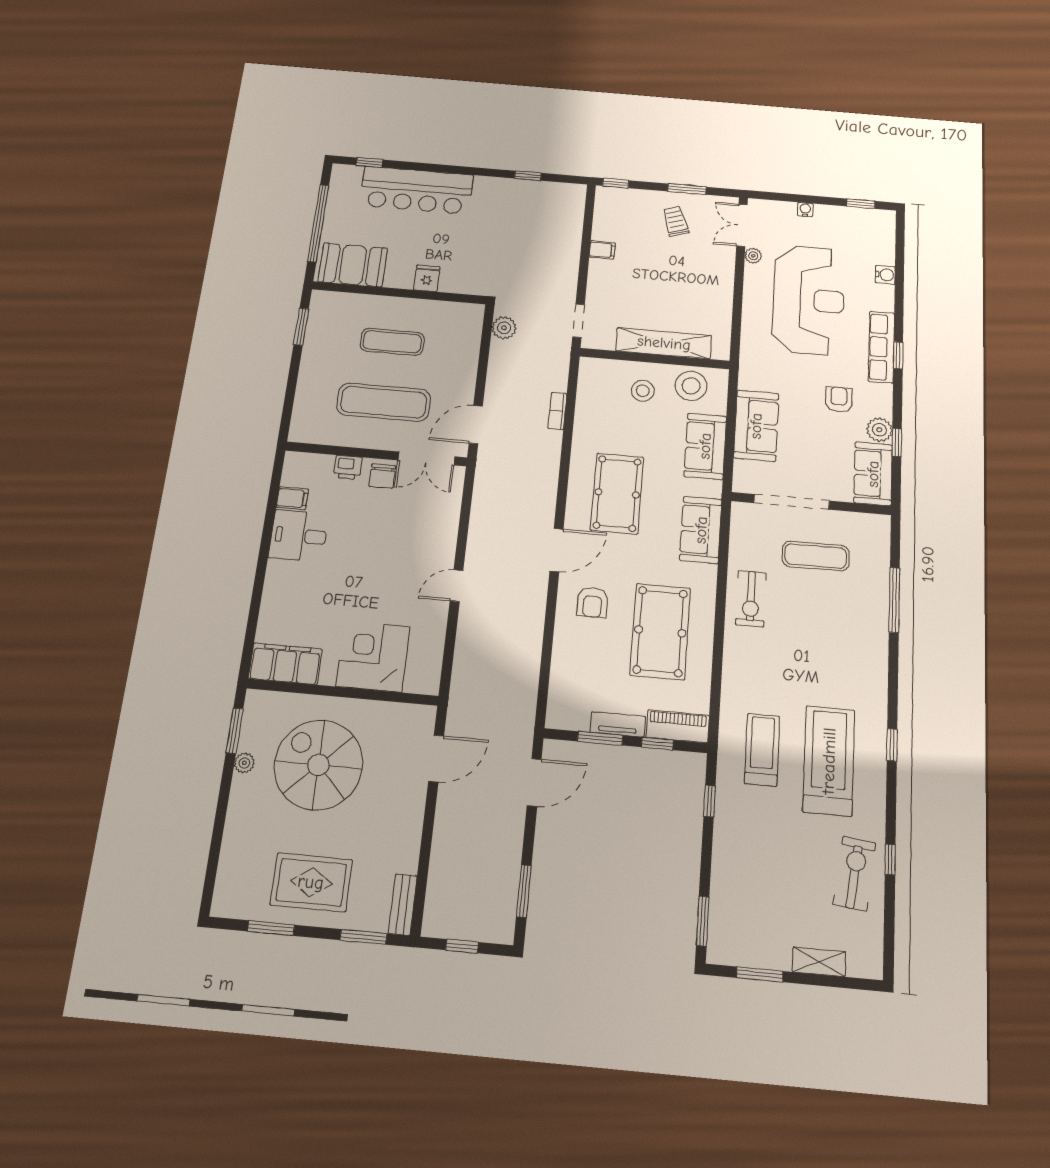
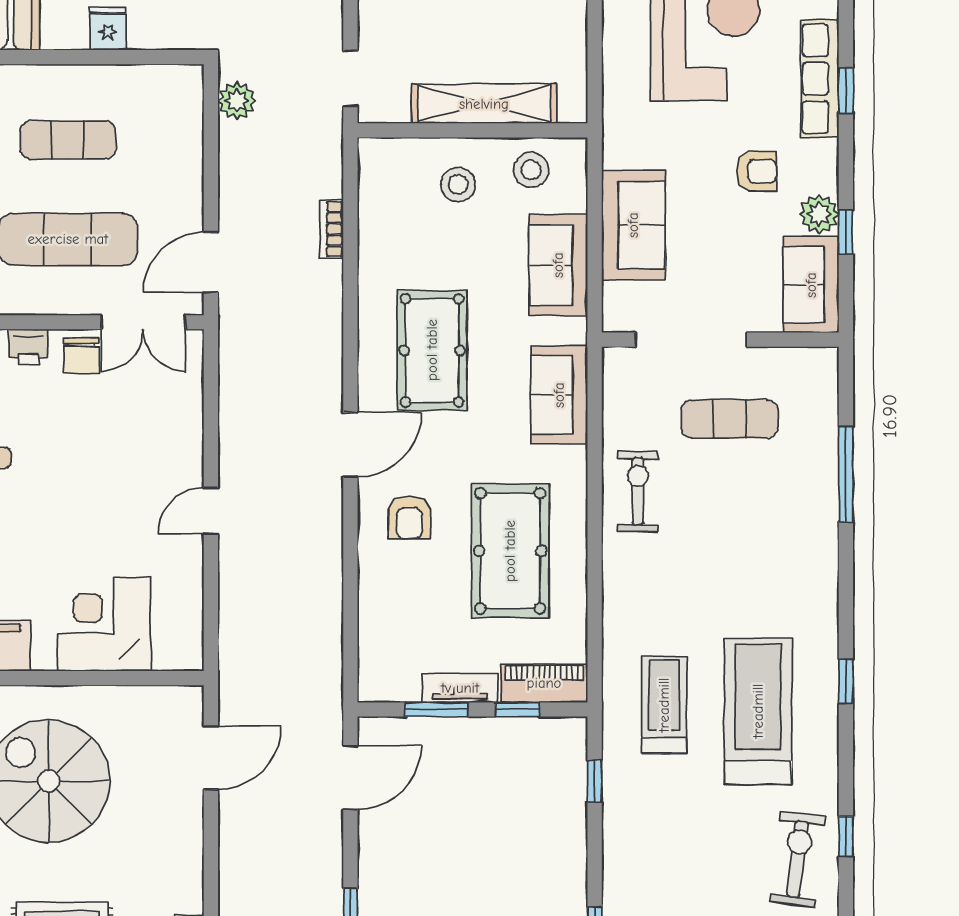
stool: (691, 386) -> (531, 170), width x0.73, depth x0.73
armchair: (839, 400) -> (757, 171), turned 90
exercise bike: (751, 599) -> (638, 491), turned 180

